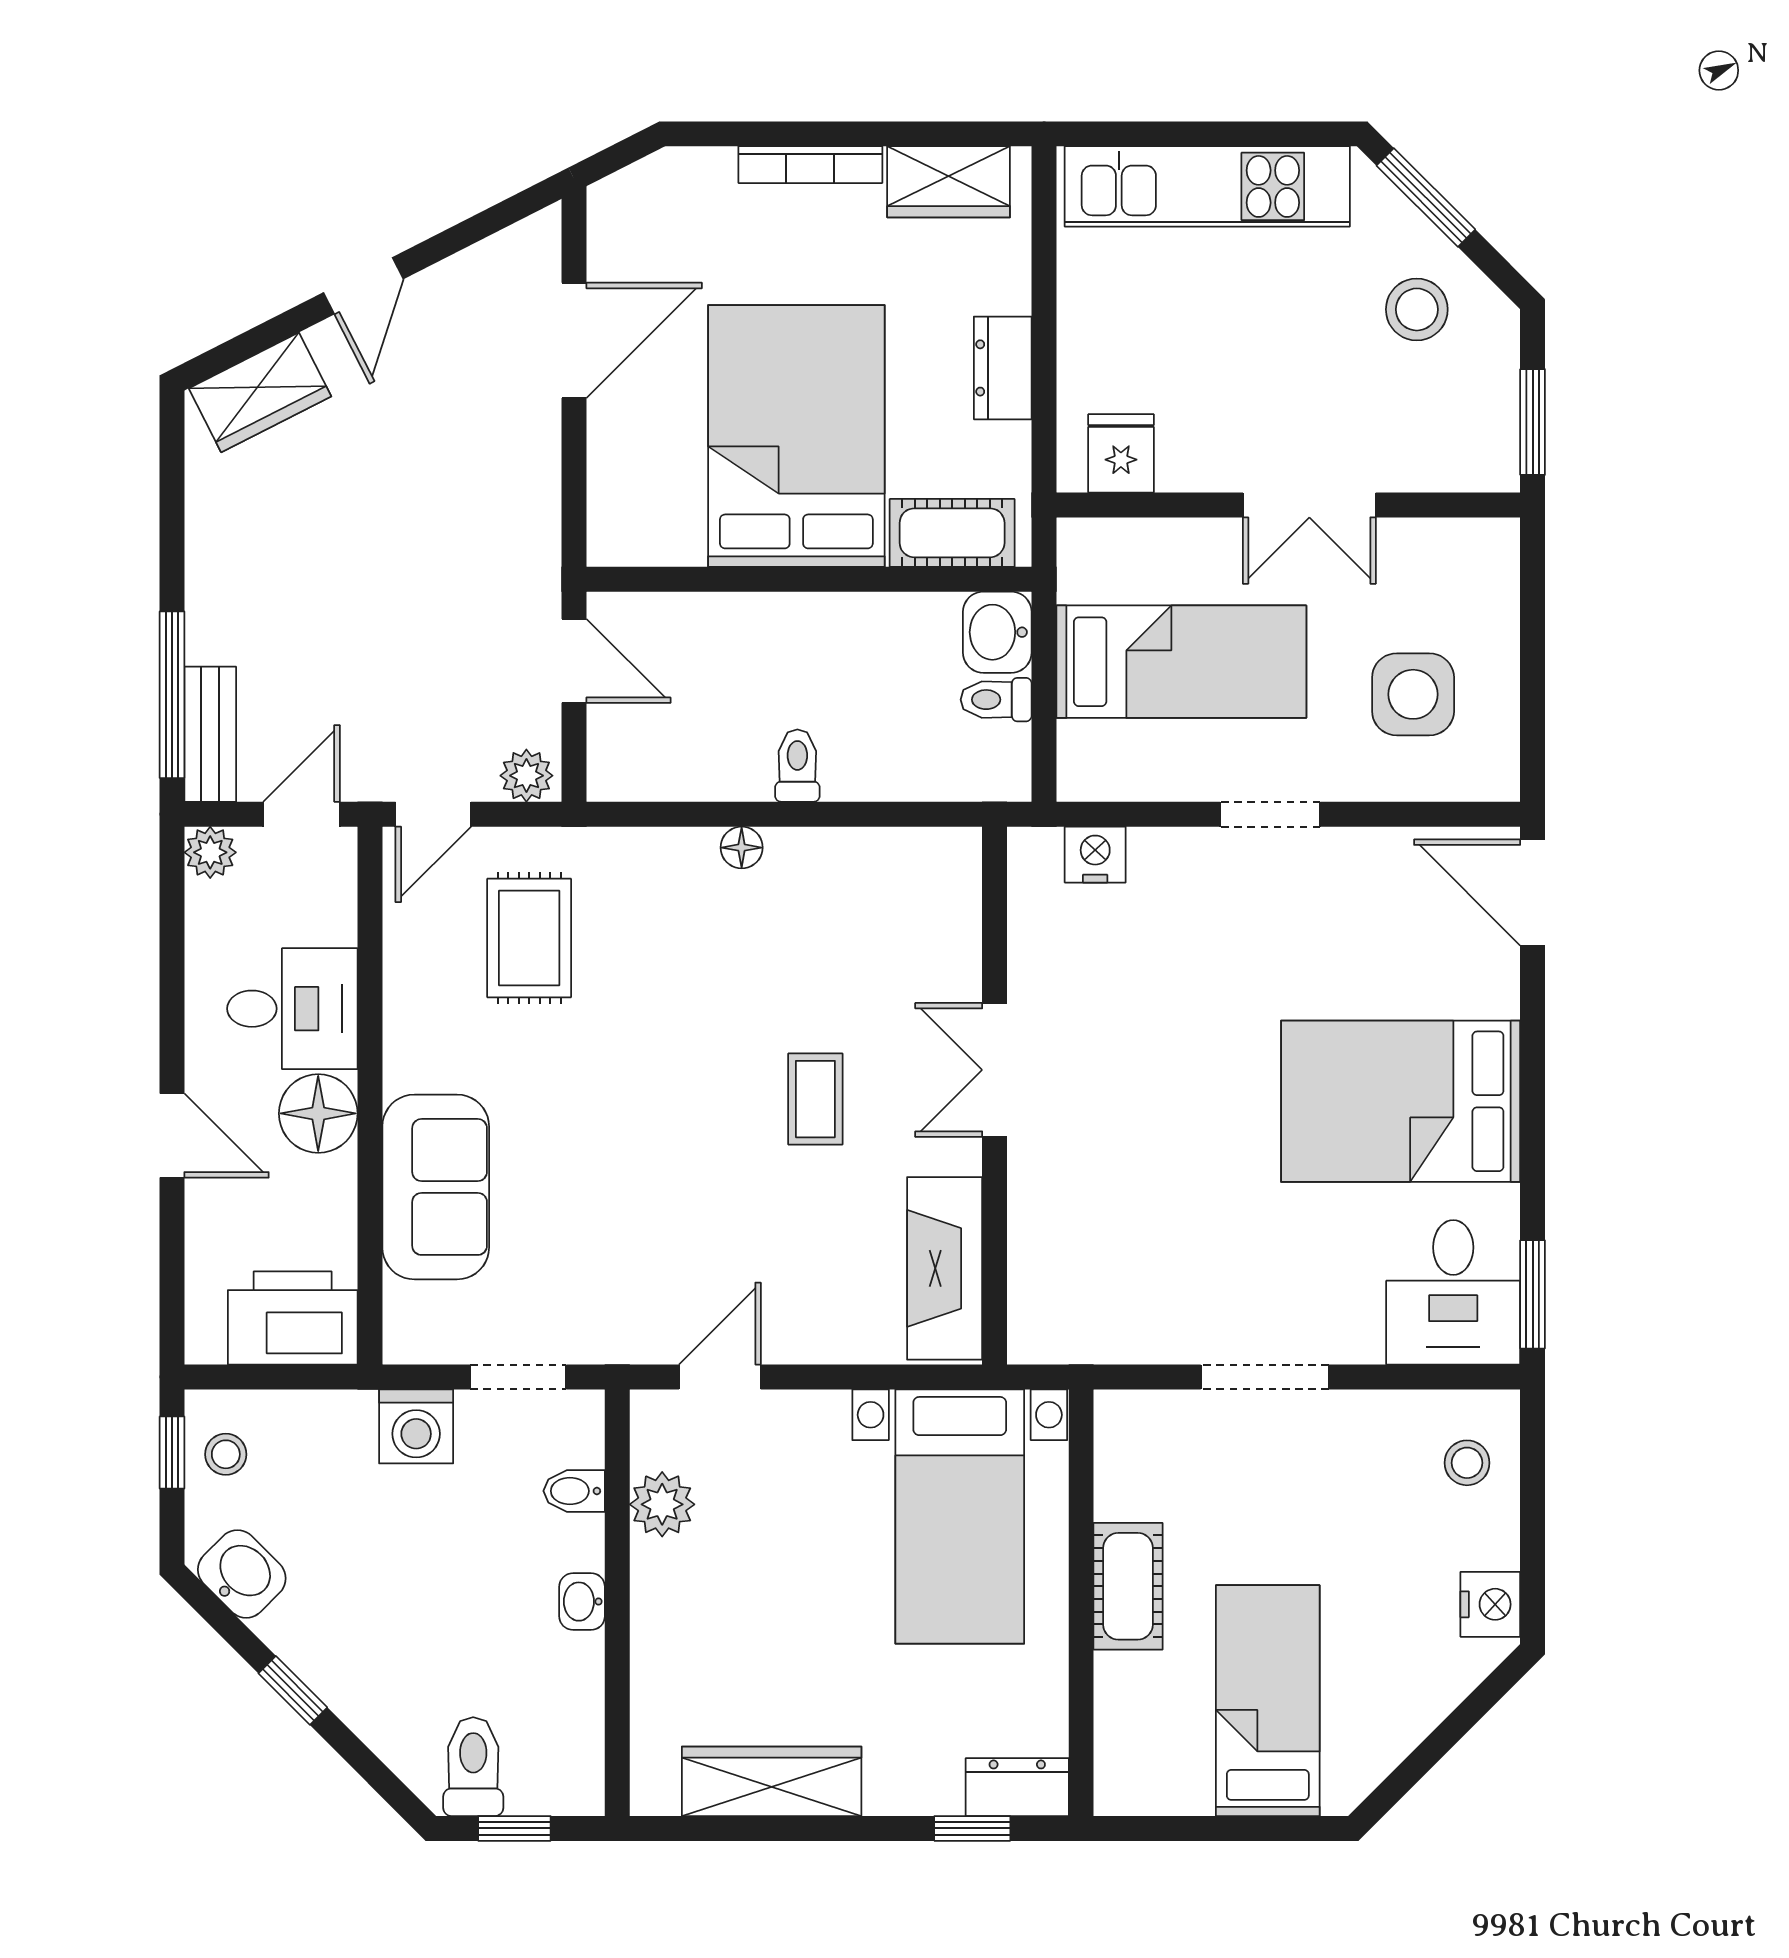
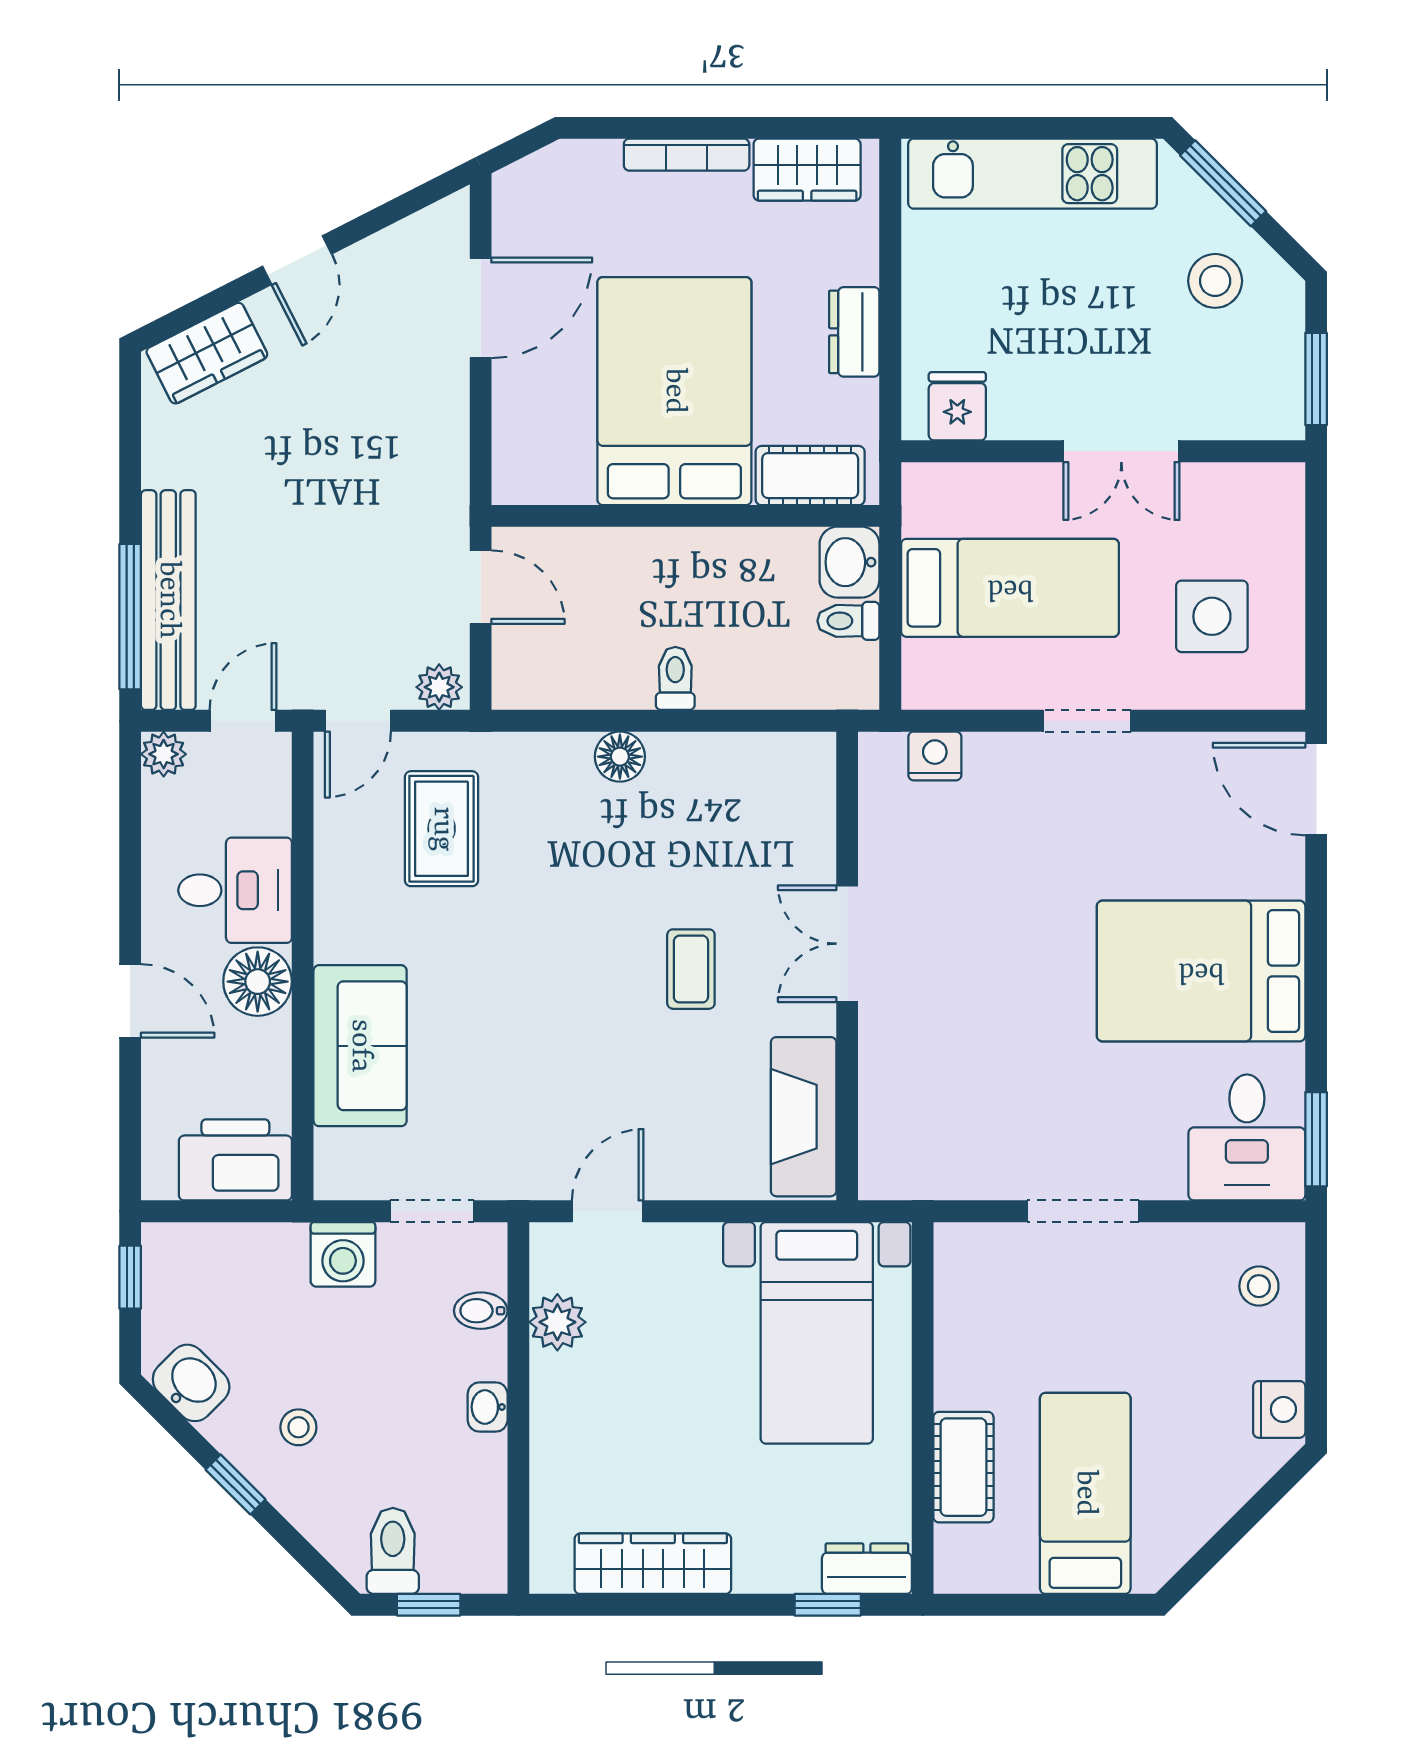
bench: (210, 734) -> (168, 600), width x1.86, depth x1.21
floor lamp: (742, 848) -> (620, 757), width x1.37, depth x1.37
stool: (226, 1454) -> (298, 1427), moved
cot: (1128, 1586) -> (963, 1467), moved

